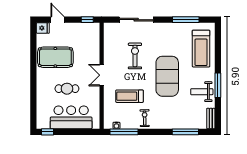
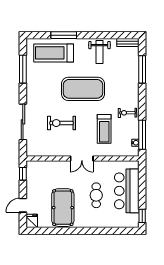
treadmill: (201, 49) -> (54, 53), turned 180
window: (218, 85) -> (64, 35), moved

